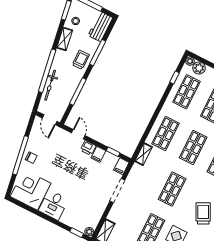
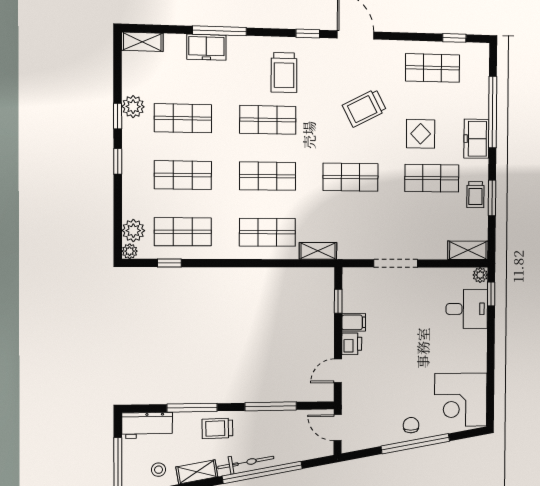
bicycle: (50, 85) -> (246, 462), moved
door: (50, 120) -> (338, 428), swing flipped
filing cabinet: (121, 166) -> (354, 277), removed
desk: (54, 205) -> (467, 309), moved

